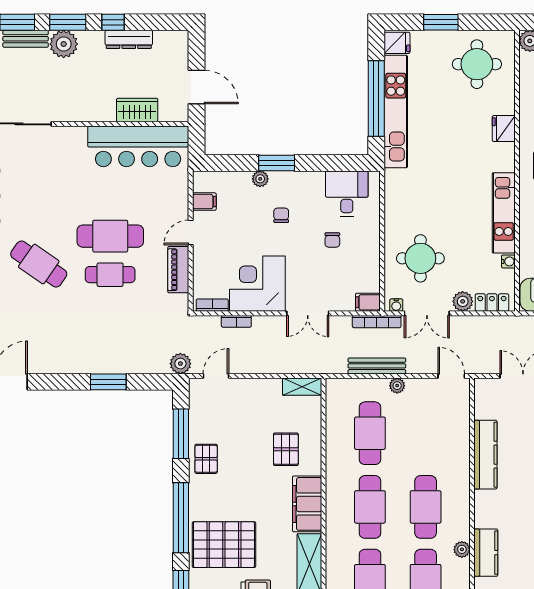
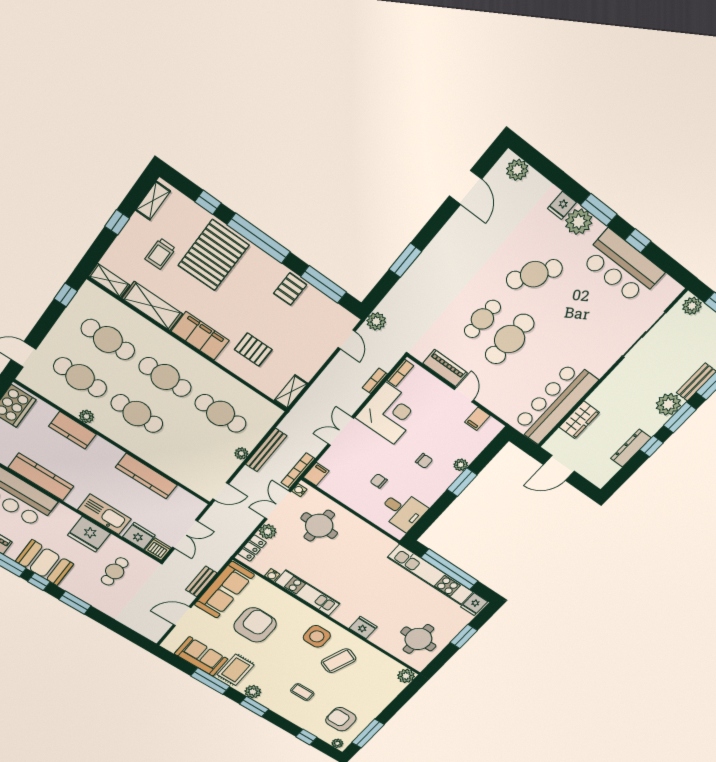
pallet: (206, 459) -> (290, 289), turned 90

